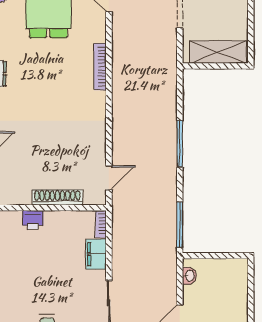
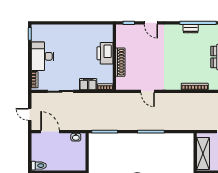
door: (109, 178) -> (148, 91), moved
printer: (33, 220) -> (105, 53), width x1.87, depth x1.48

